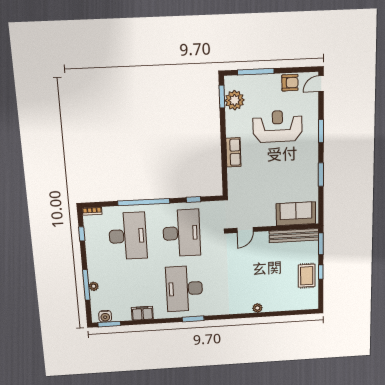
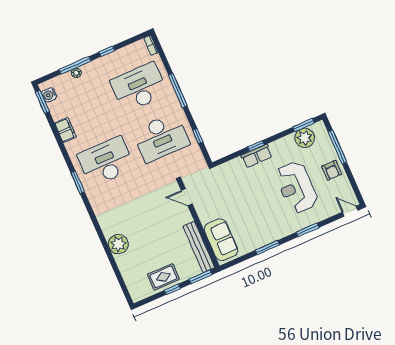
armchair: (290, 83) -> (332, 170), moved
reception desk: (278, 126) -> (296, 187), turned 180
window: (224, 149) -> (256, 146), added
window: (144, 202) -> (178, 90), width x0.68
window: (82, 234) -> (107, 51), moved
desk: (128, 236) -> (139, 87), turned 180
plant: (257, 308) -> (118, 244), width x1.88, depth x1.88

